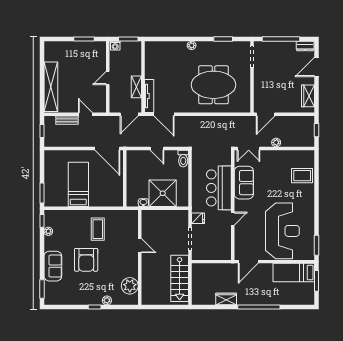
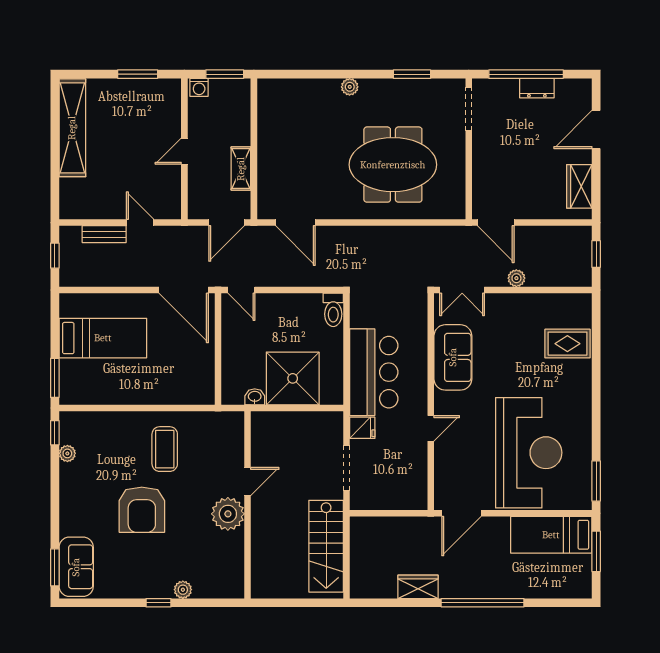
dresser: (305, 46) -> (537, 88), moved
shelving: (51, 87) -> (72, 128), moved
tv unit: (149, 96) -> (266, 187), removed
door: (266, 114) -> (496, 223), hinge flipped
door: (157, 148) -> (241, 290), moved
bed: (78, 184) -> (103, 338), moved, turned 90
bar counter: (219, 188) -> (374, 372), moved, turned 180
door: (140, 246) -> (248, 482), hinge flipped
sofa: (53, 266) -> (76, 567), moved
plant: (130, 286) -> (228, 514), moved

